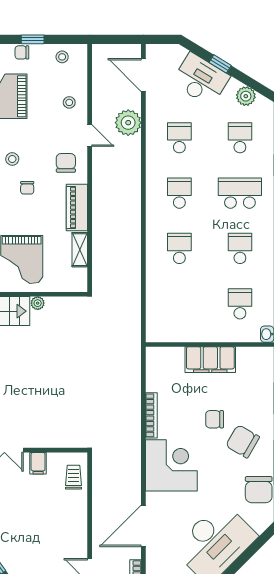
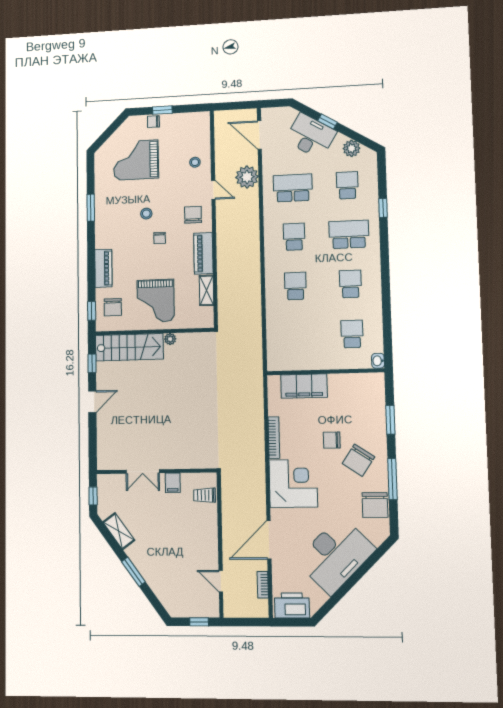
stool: (62, 57) -> (188, 123), removed
school desk: (179, 138) -> (293, 188), width x1.85
filing cabinet: (210, 360) -> (304, 386), moved
chair: (243, 441) -> (358, 460), turned -86
trolley: (73, 477) -> (205, 495), turned -90

